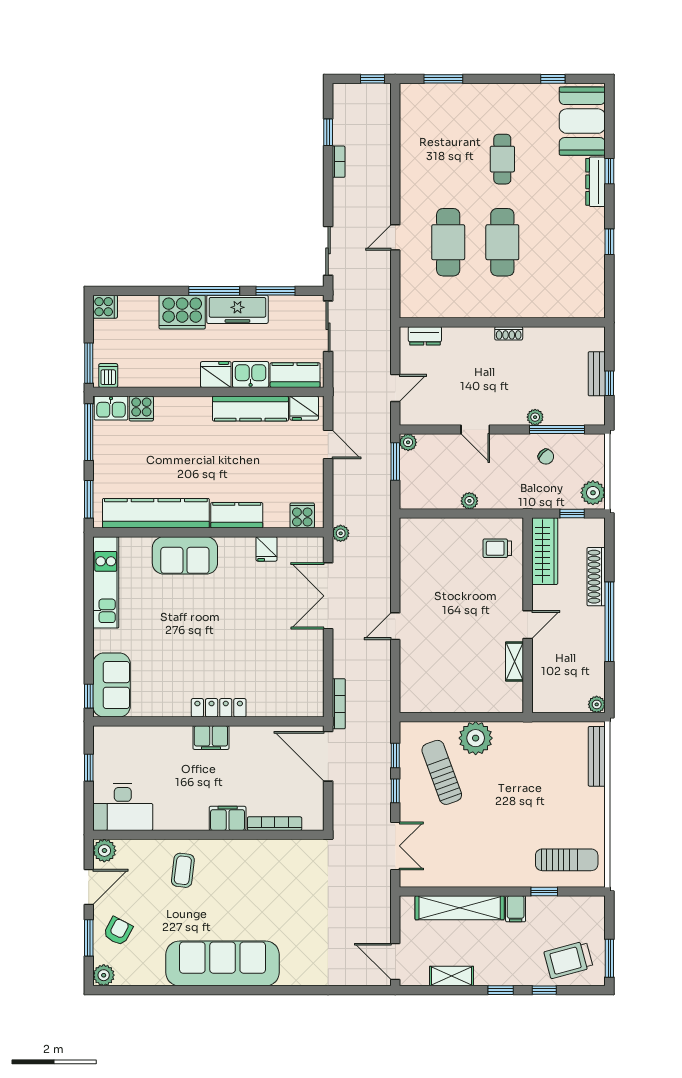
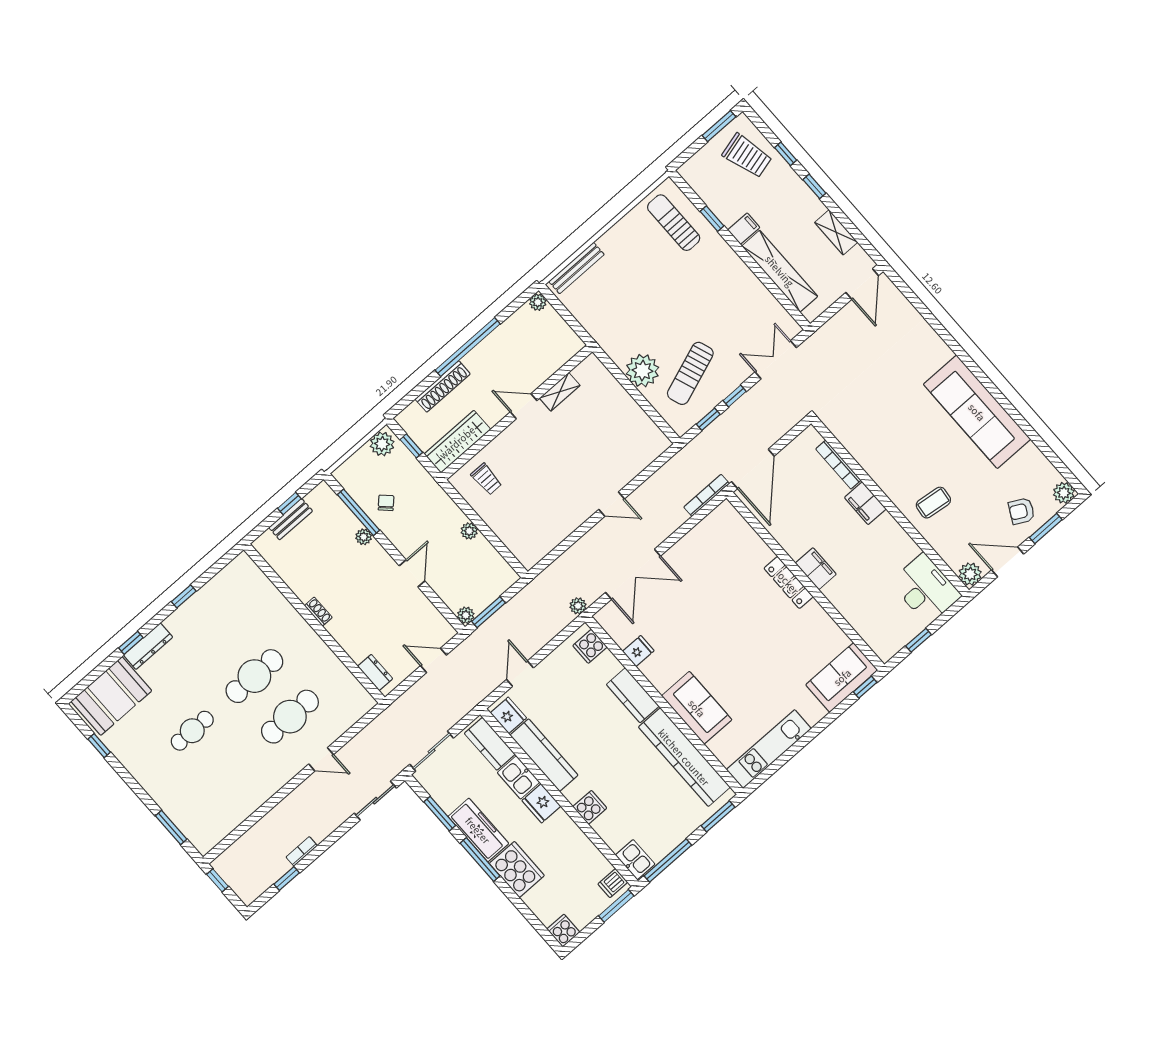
cooker: (141, 409) -> (590, 807), moved

